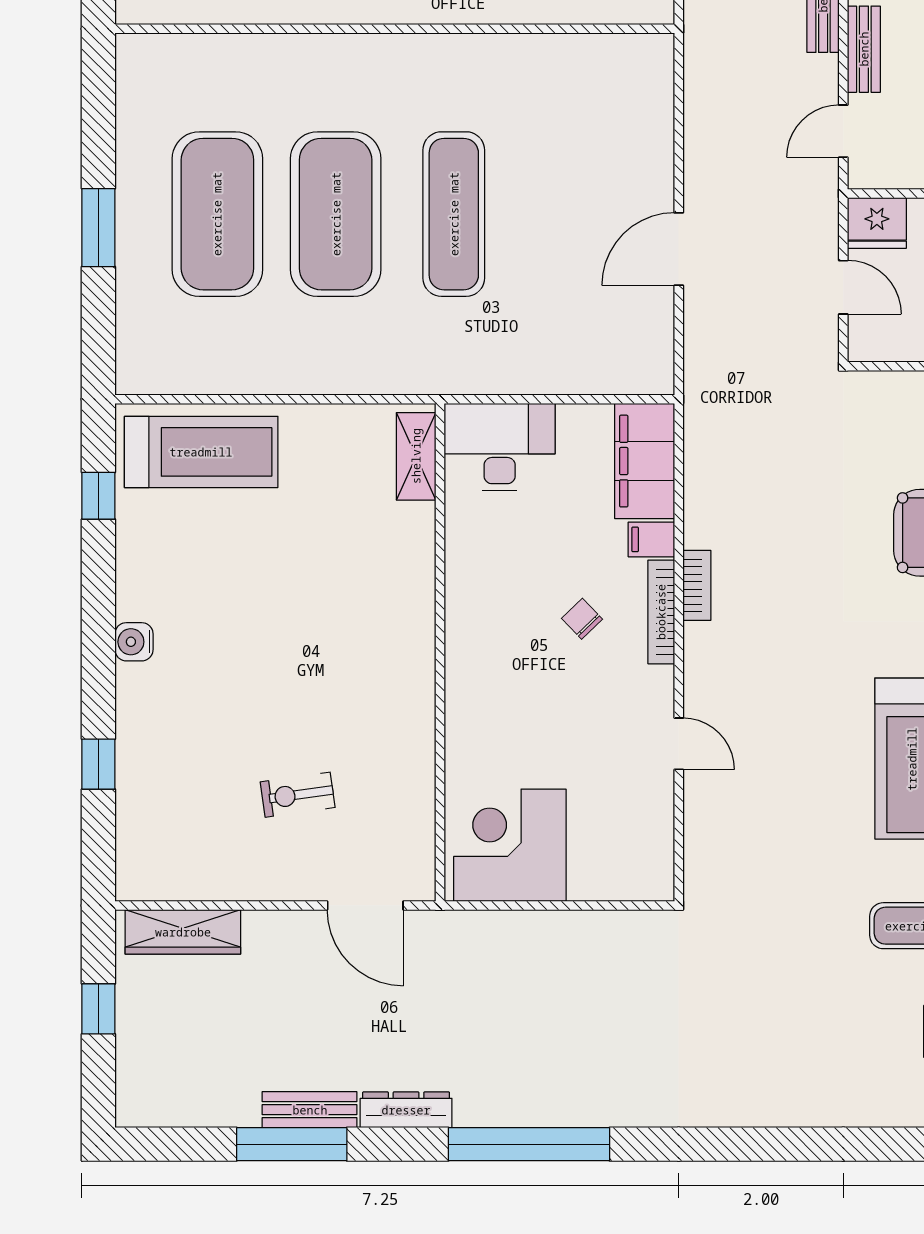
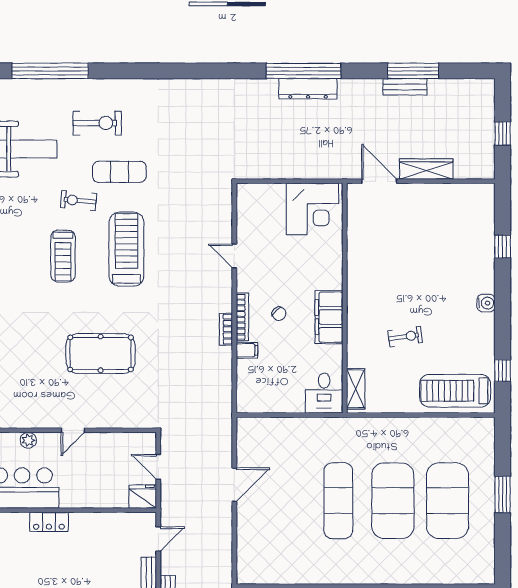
desk: (500, 447) -> (324, 393), width x0.73
filing cabinet: (645, 461) -> (329, 317), moved, turned 180
exercise bike: (298, 795) -> (405, 337), moved
wardrobe: (183, 932) -> (426, 169), moved
dresser: (406, 1110) -> (308, 89), moved, width x1.37, depth x1.24

